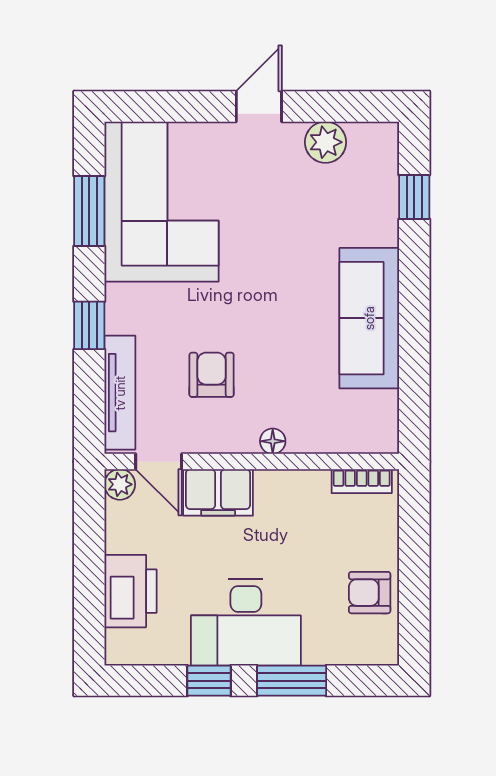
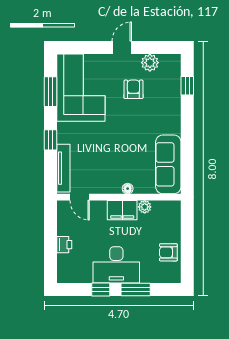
sofa: (369, 318) -> (168, 164), moved
armchair: (212, 375) -> (133, 89), moved
bookcase: (362, 481) -> (165, 205), removed
plant: (120, 484) -> (145, 207), moved
filing cabinet: (218, 492) -> (122, 210), moved
printer: (130, 591) -> (64, 245), width x0.53, depth x0.68

